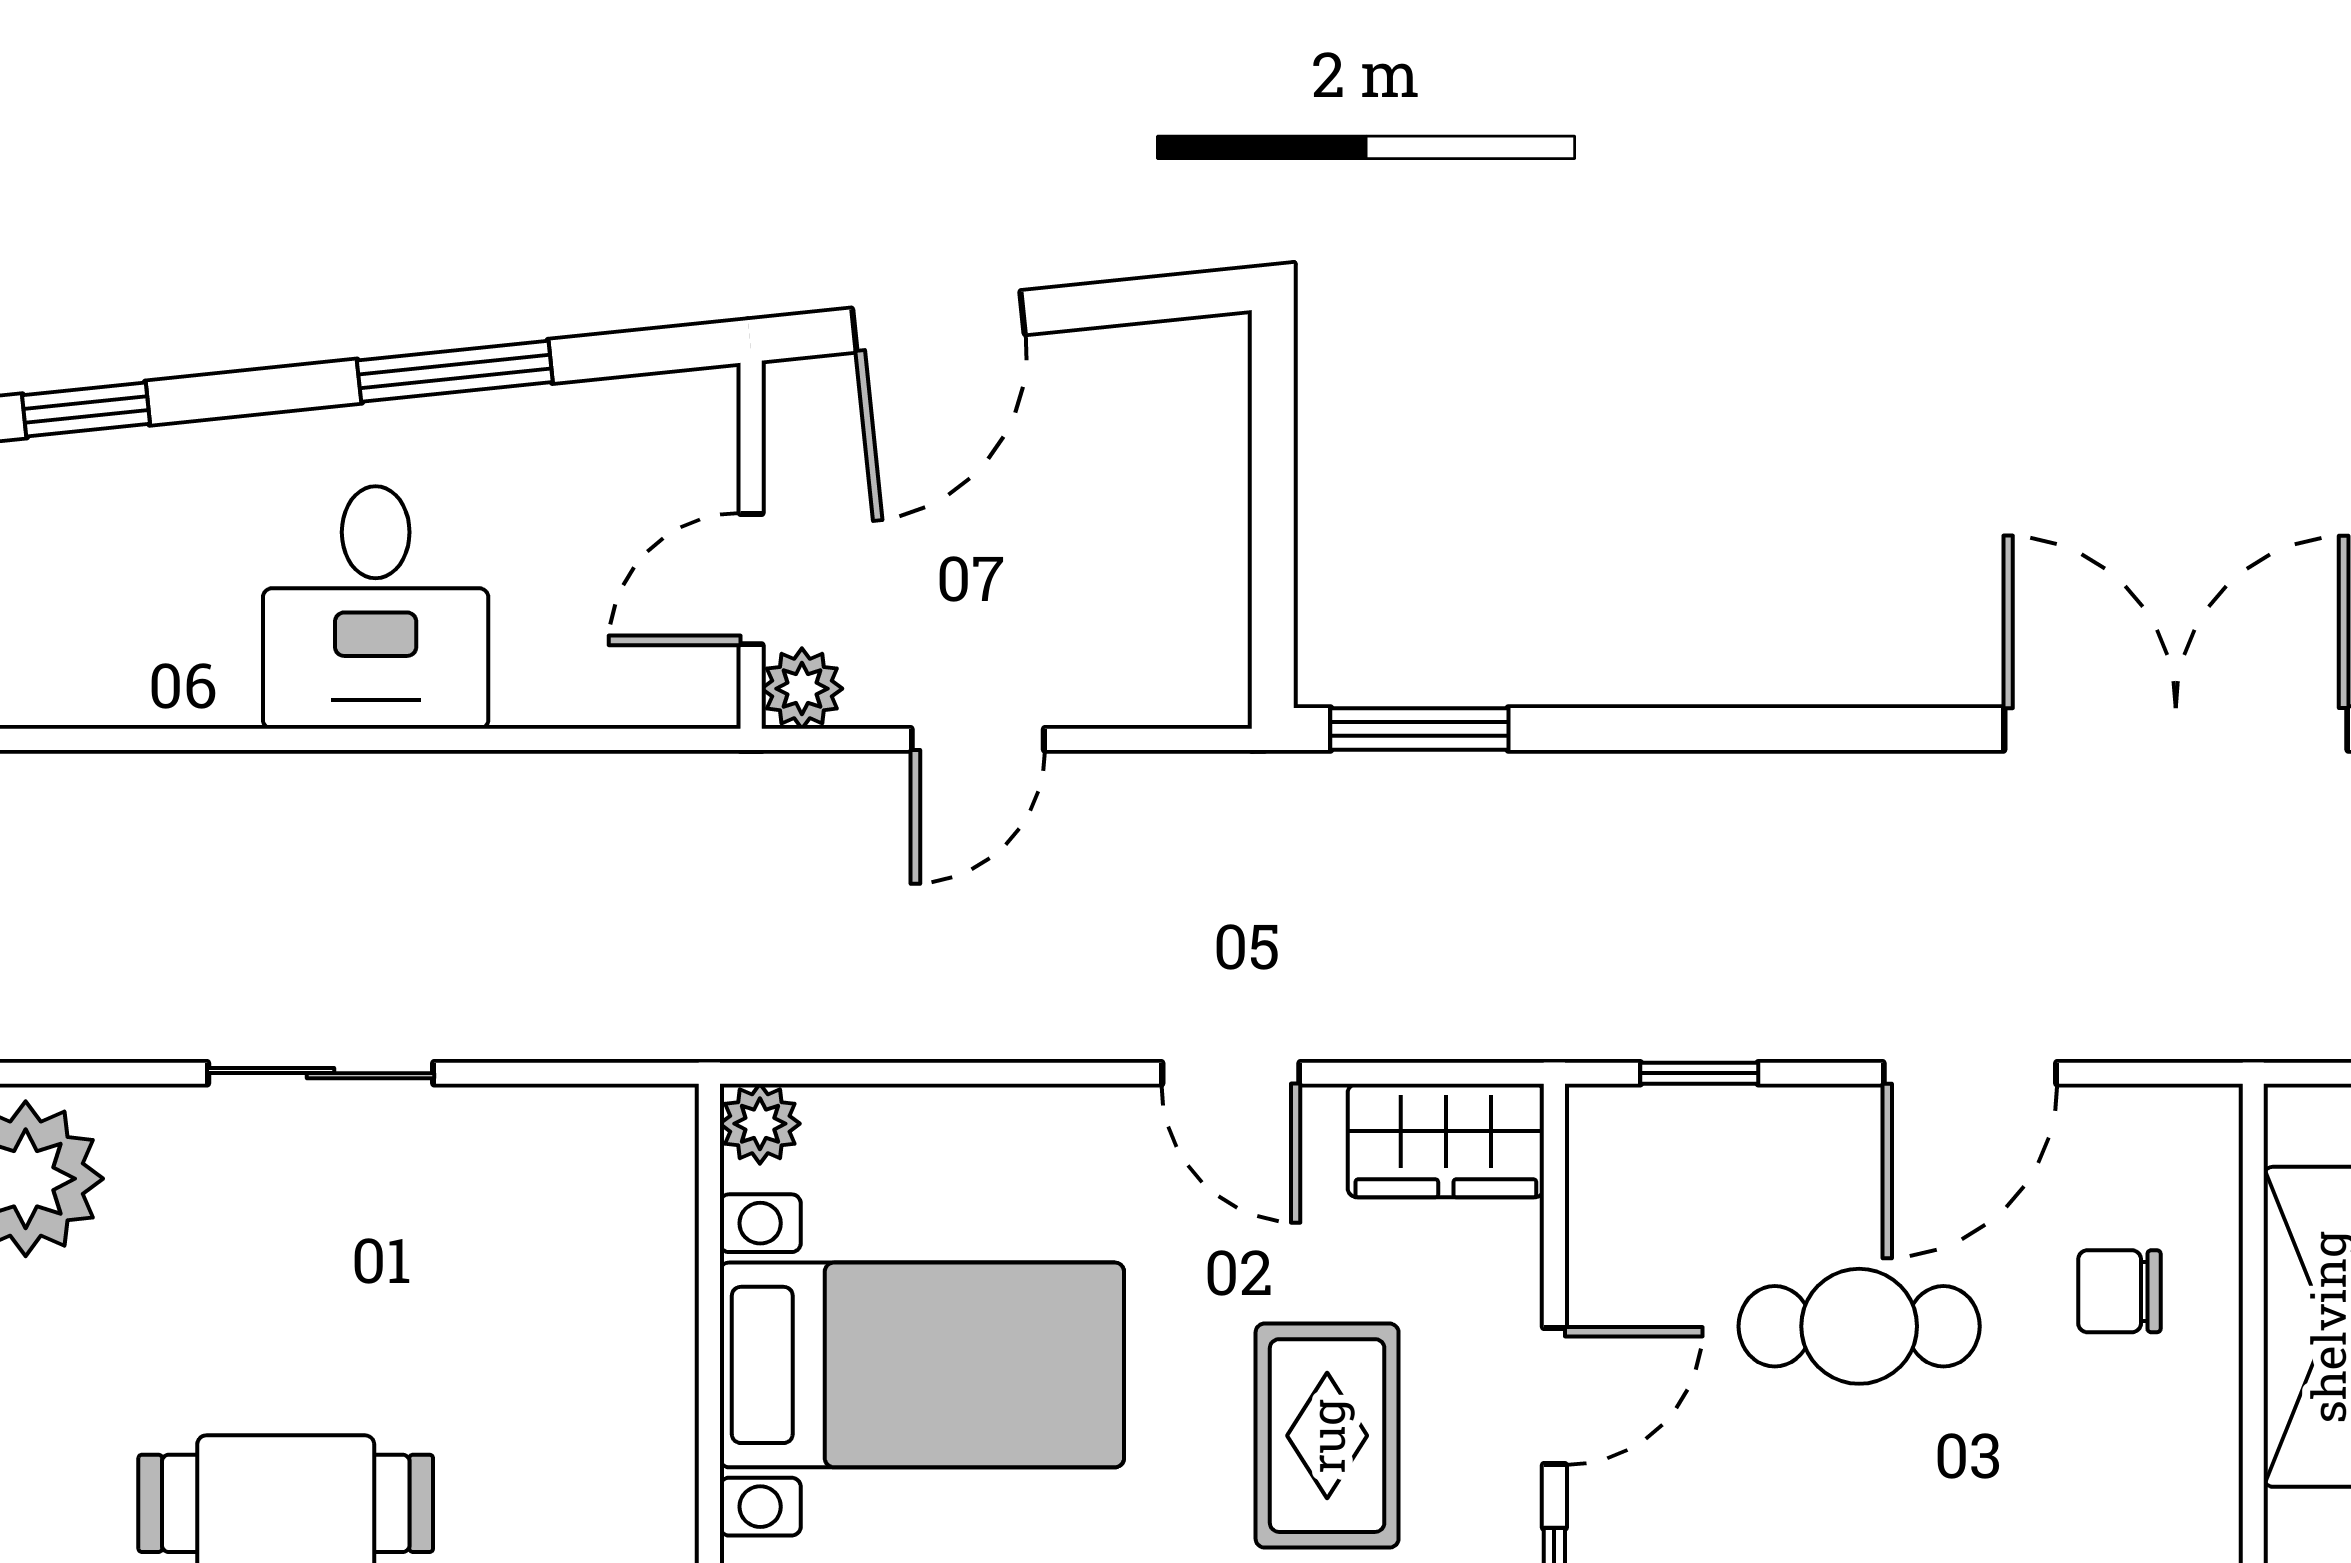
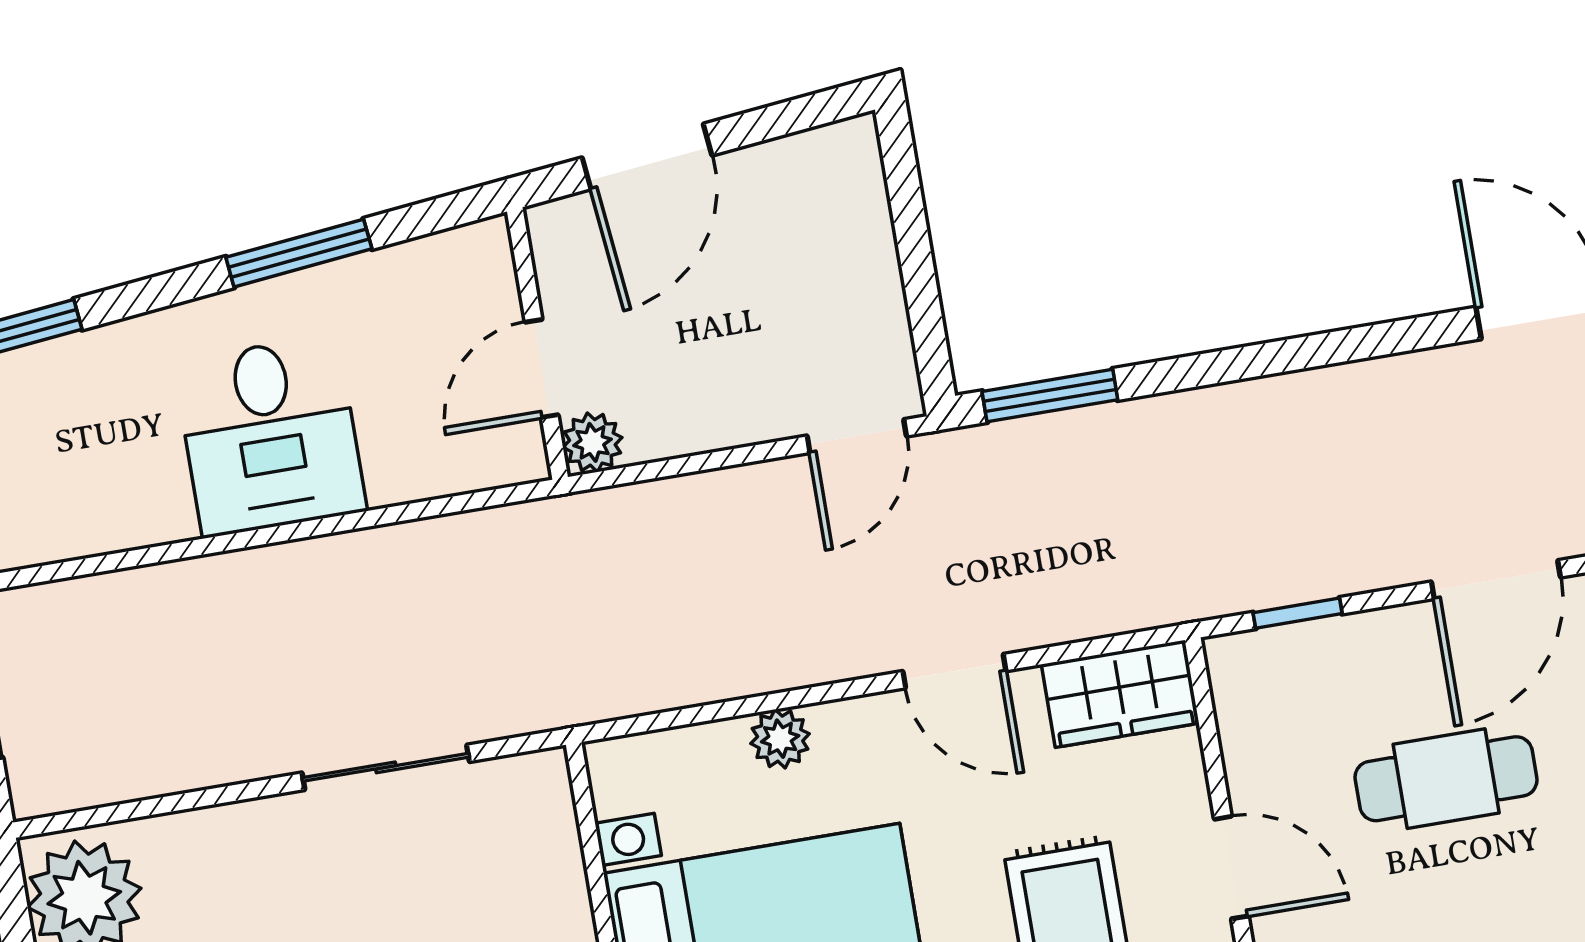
door: (978, 739) -> (857, 436), moved
sliding door: (321, 1073) -> (386, 767), moved
plant: (760, 1124) -> (780, 739), moved
door: (1554, 1396) -> (1231, 868), hinge flipped

